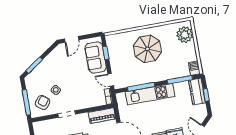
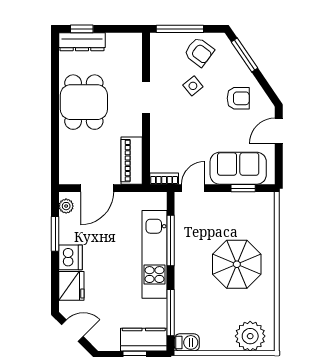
door: (72, 39) -> (279, 131), hinge flipped
armchair: (58, 64) -> (238, 98), added
armchair: (43, 103) -> (199, 52), moved

